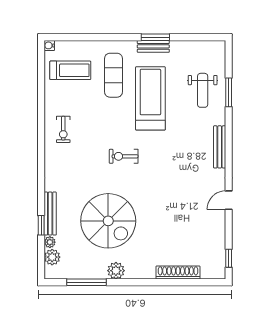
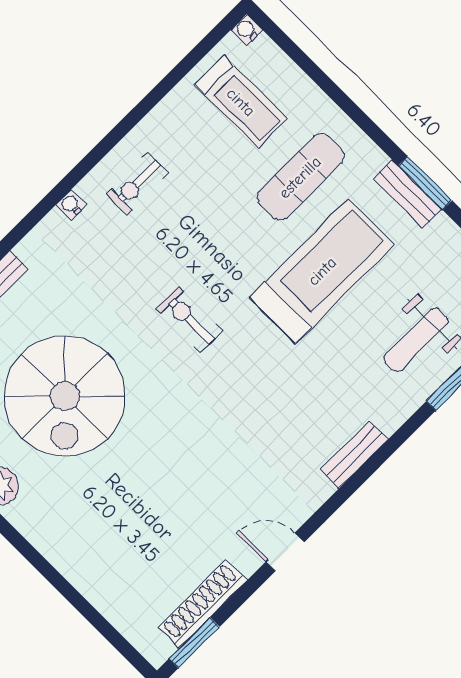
bench: (220, 147) -> (354, 455), width x0.73
water cooler: (49, 158) -> (71, 205), added
window: (229, 258) -> (194, 643), width x1.50
shoe rack: (178, 273) -> (203, 604), moved, turned -90

